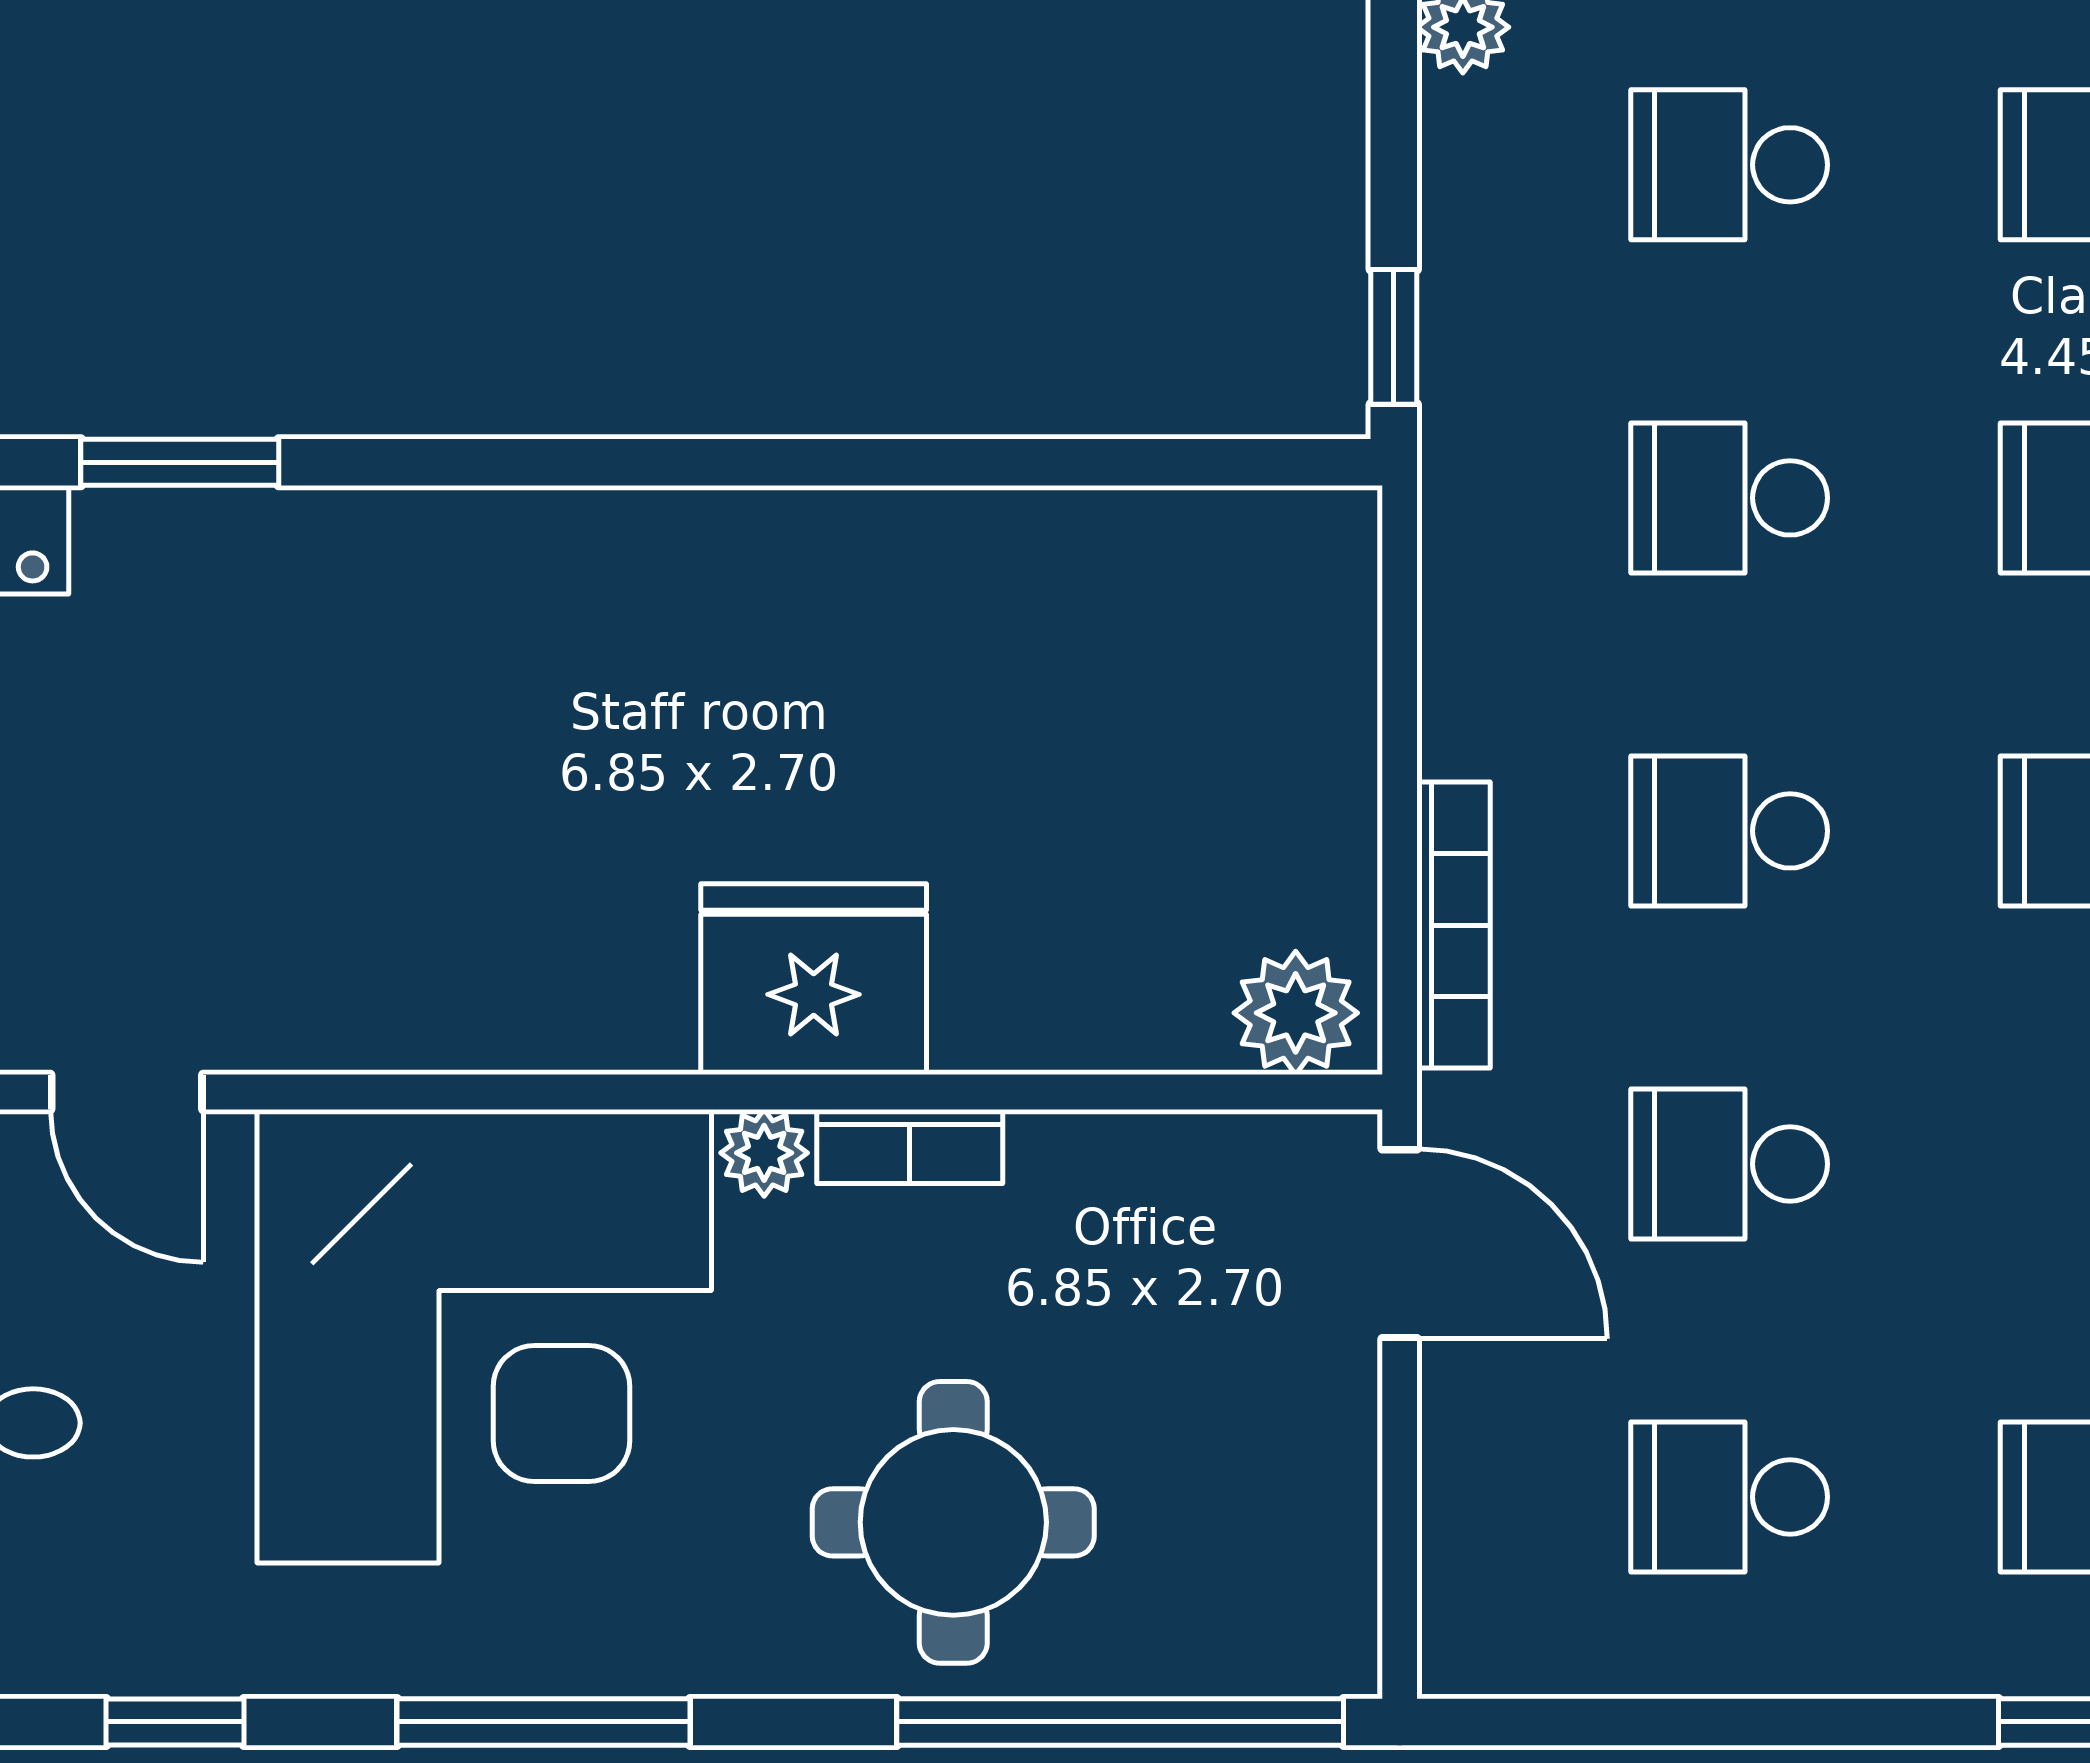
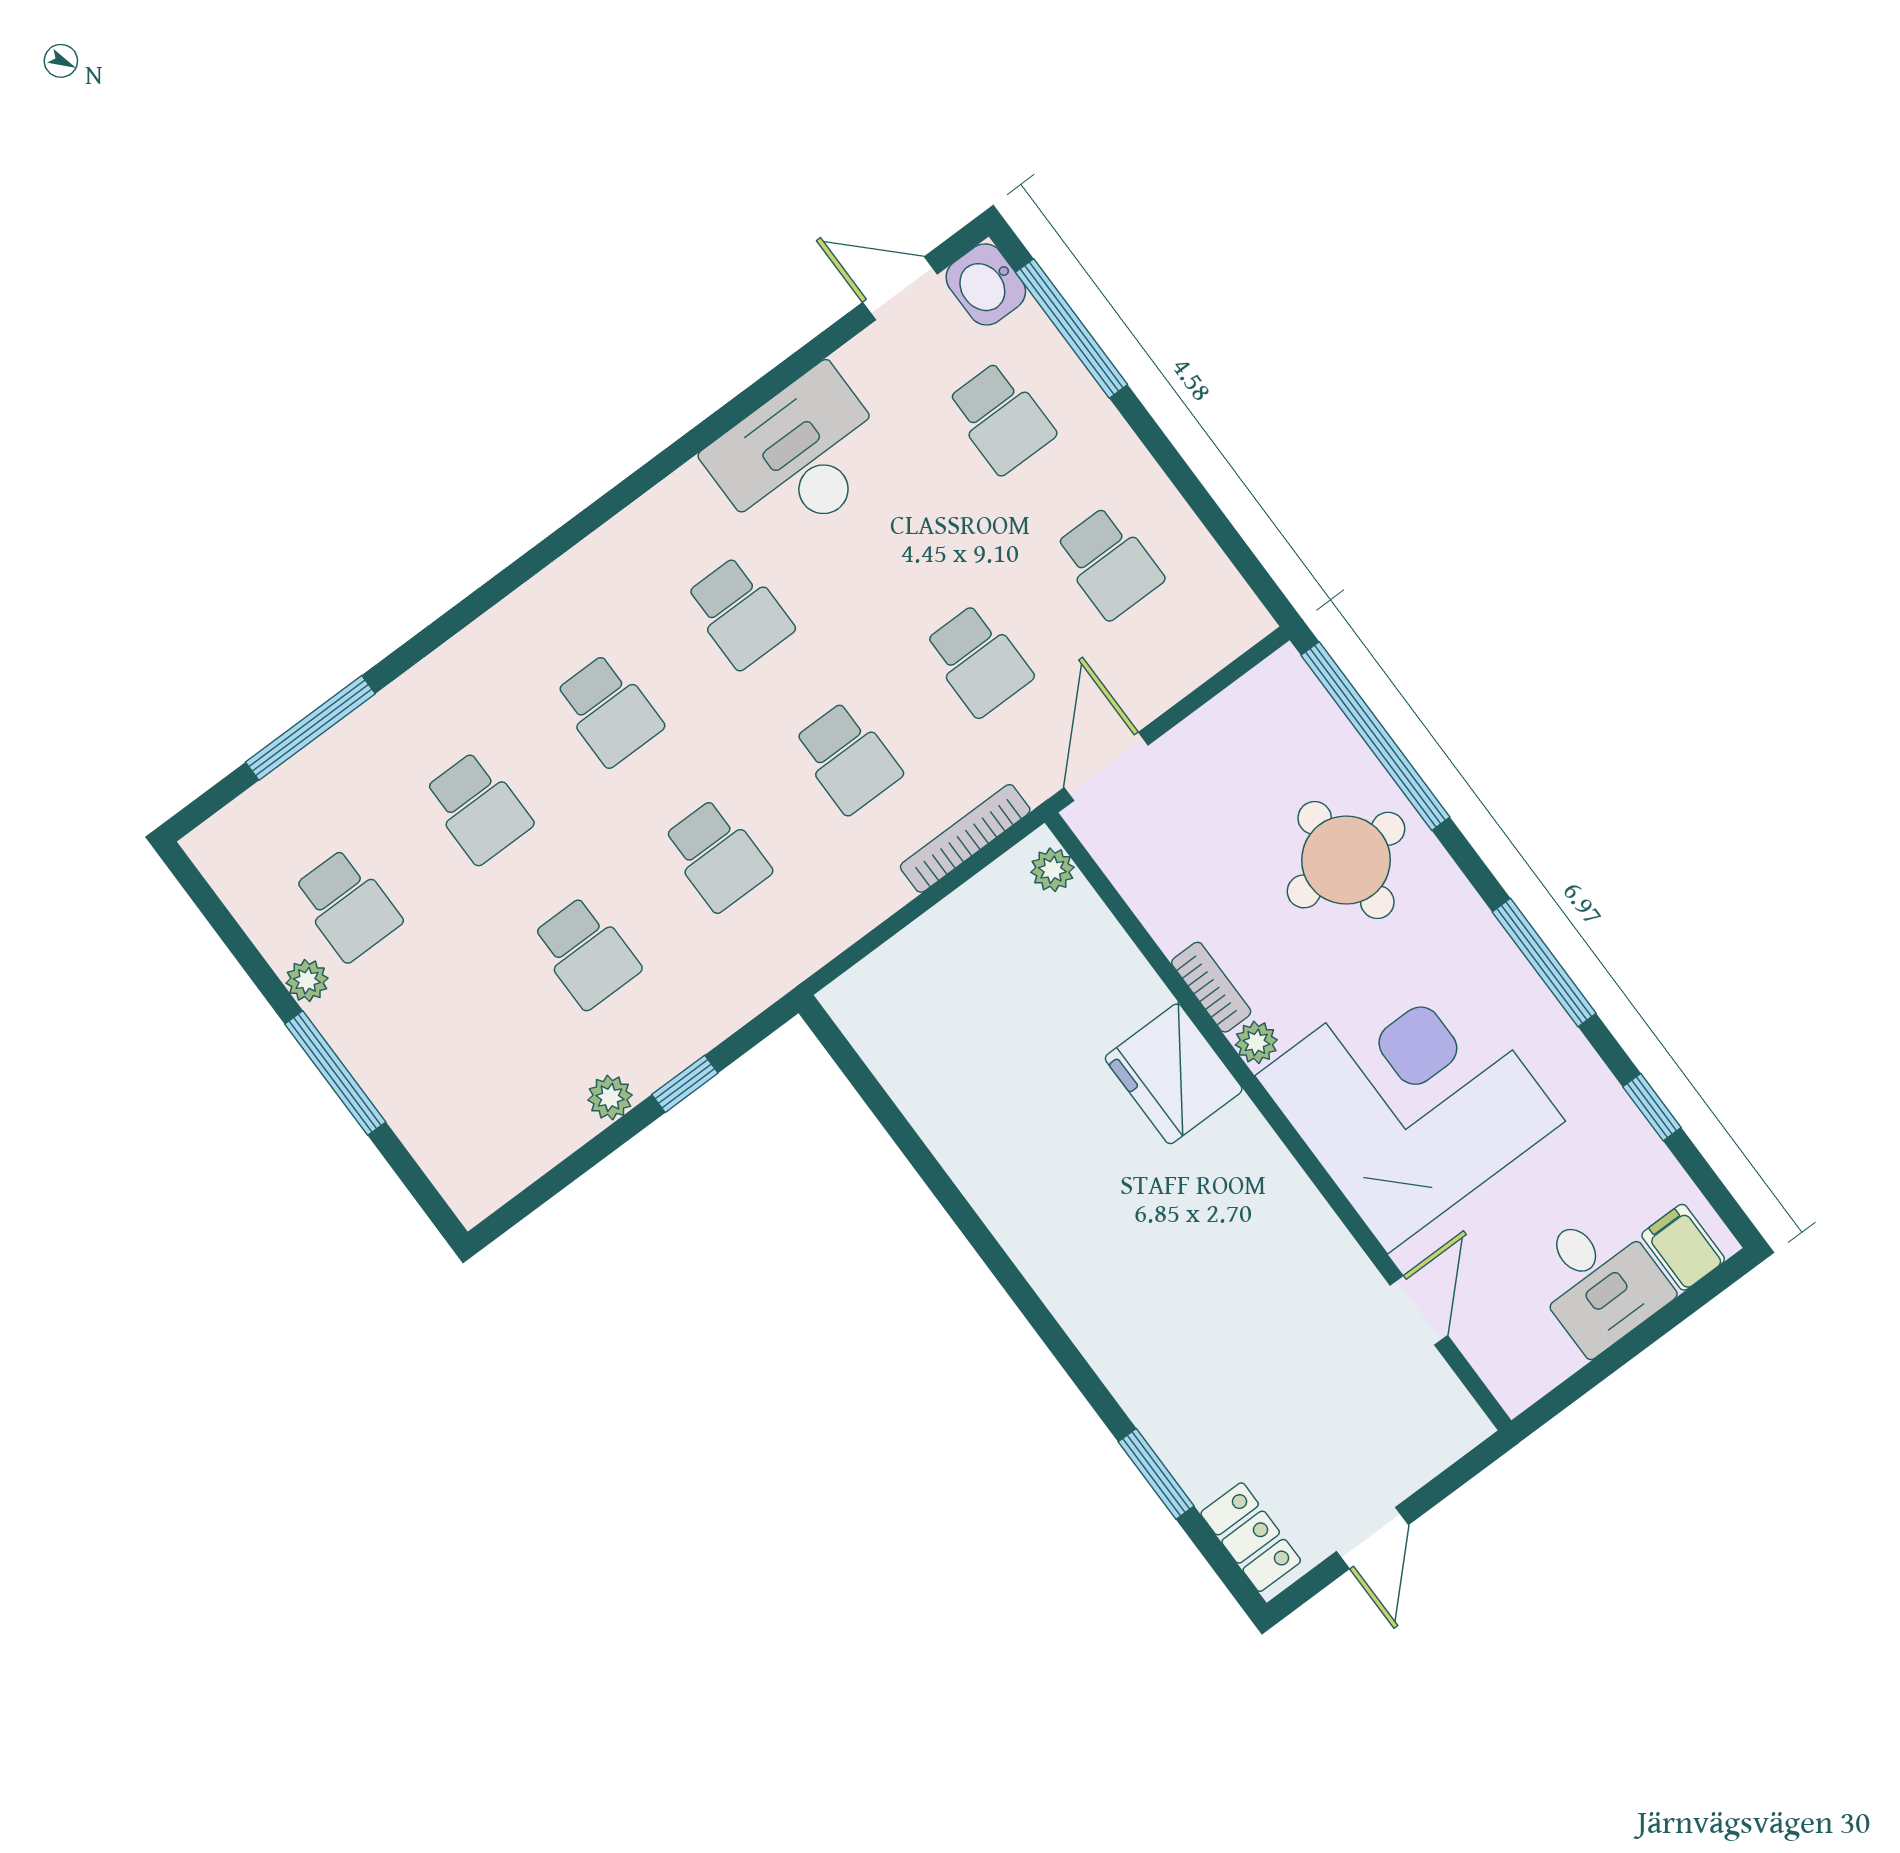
window: (1394, 337) -> (685, 1084), moved
plant: (1296, 1013) -> (1052, 870), width x0.73, depth x0.73

